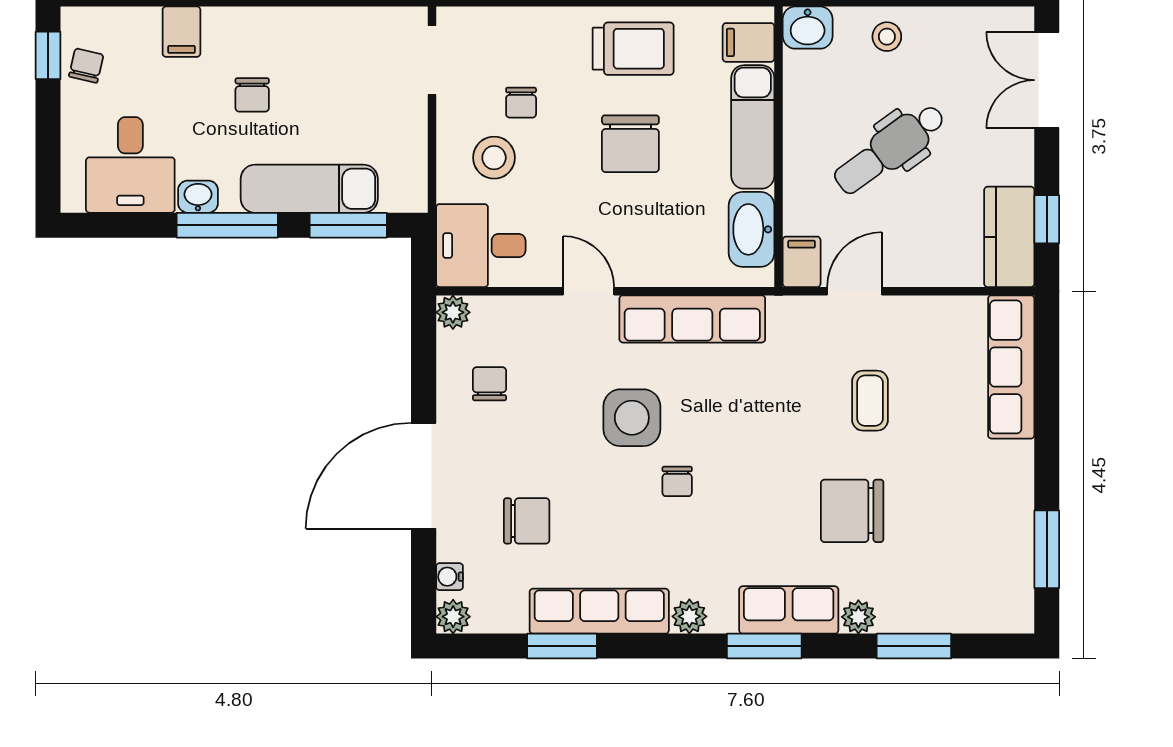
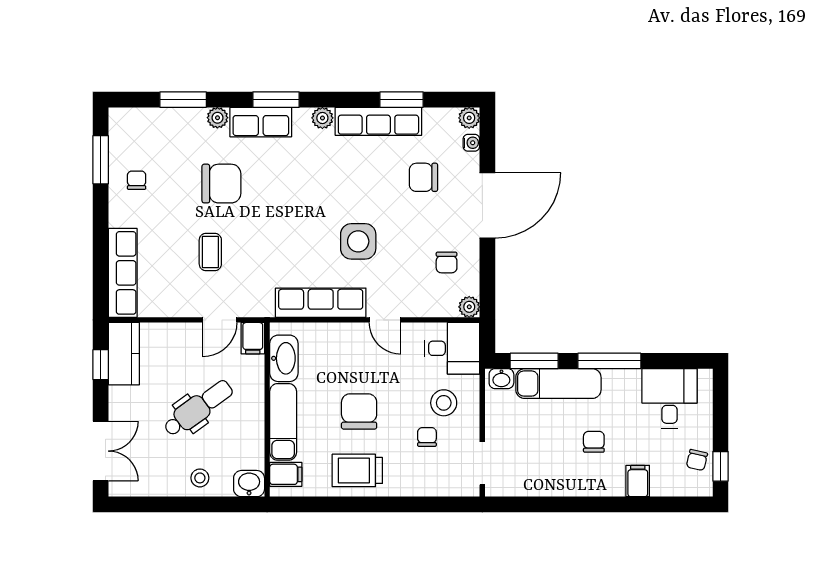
washbasin: (198, 197) -> (501, 379), moved
chair: (677, 481) -> (137, 180), moved

